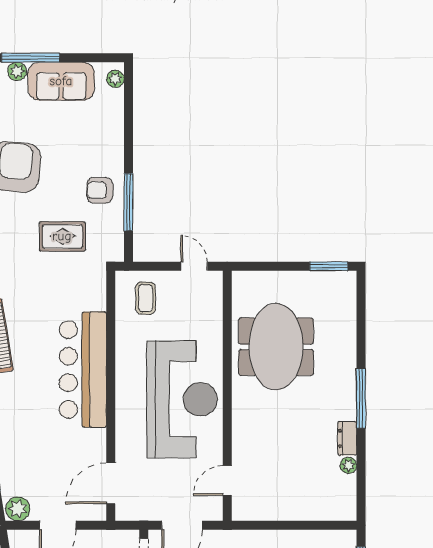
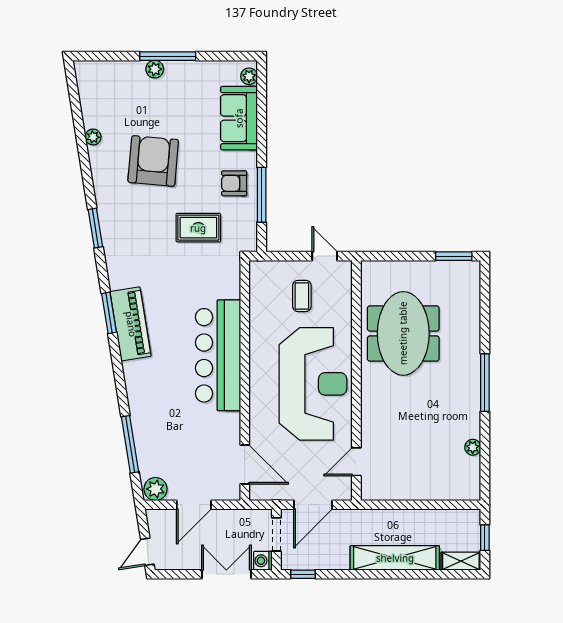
sofa: (61, 81) -> (239, 118), moved, turned 90
coffee table: (146, 298) -> (302, 296), moved
dresser: (347, 438) -> (472, 421), removed
door: (111, 483) -> (245, 465), swing flipped

